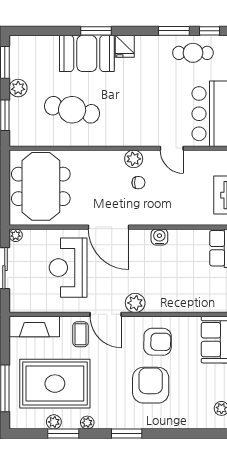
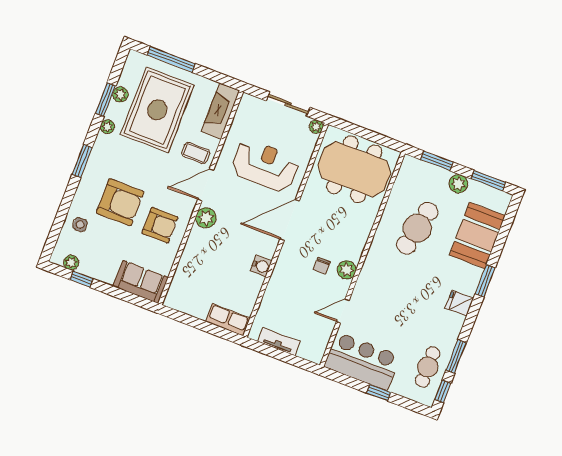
booth: (87, 53) -> (477, 235), moved
armchair: (158, 342) -> (160, 225), turned -91
side table: (184, 414) -> (80, 225), added

